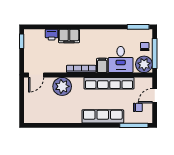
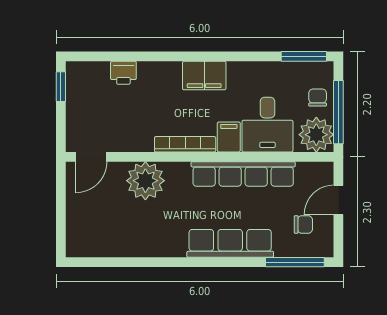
filing cabinet: (69, 36) -> (204, 76), moved

